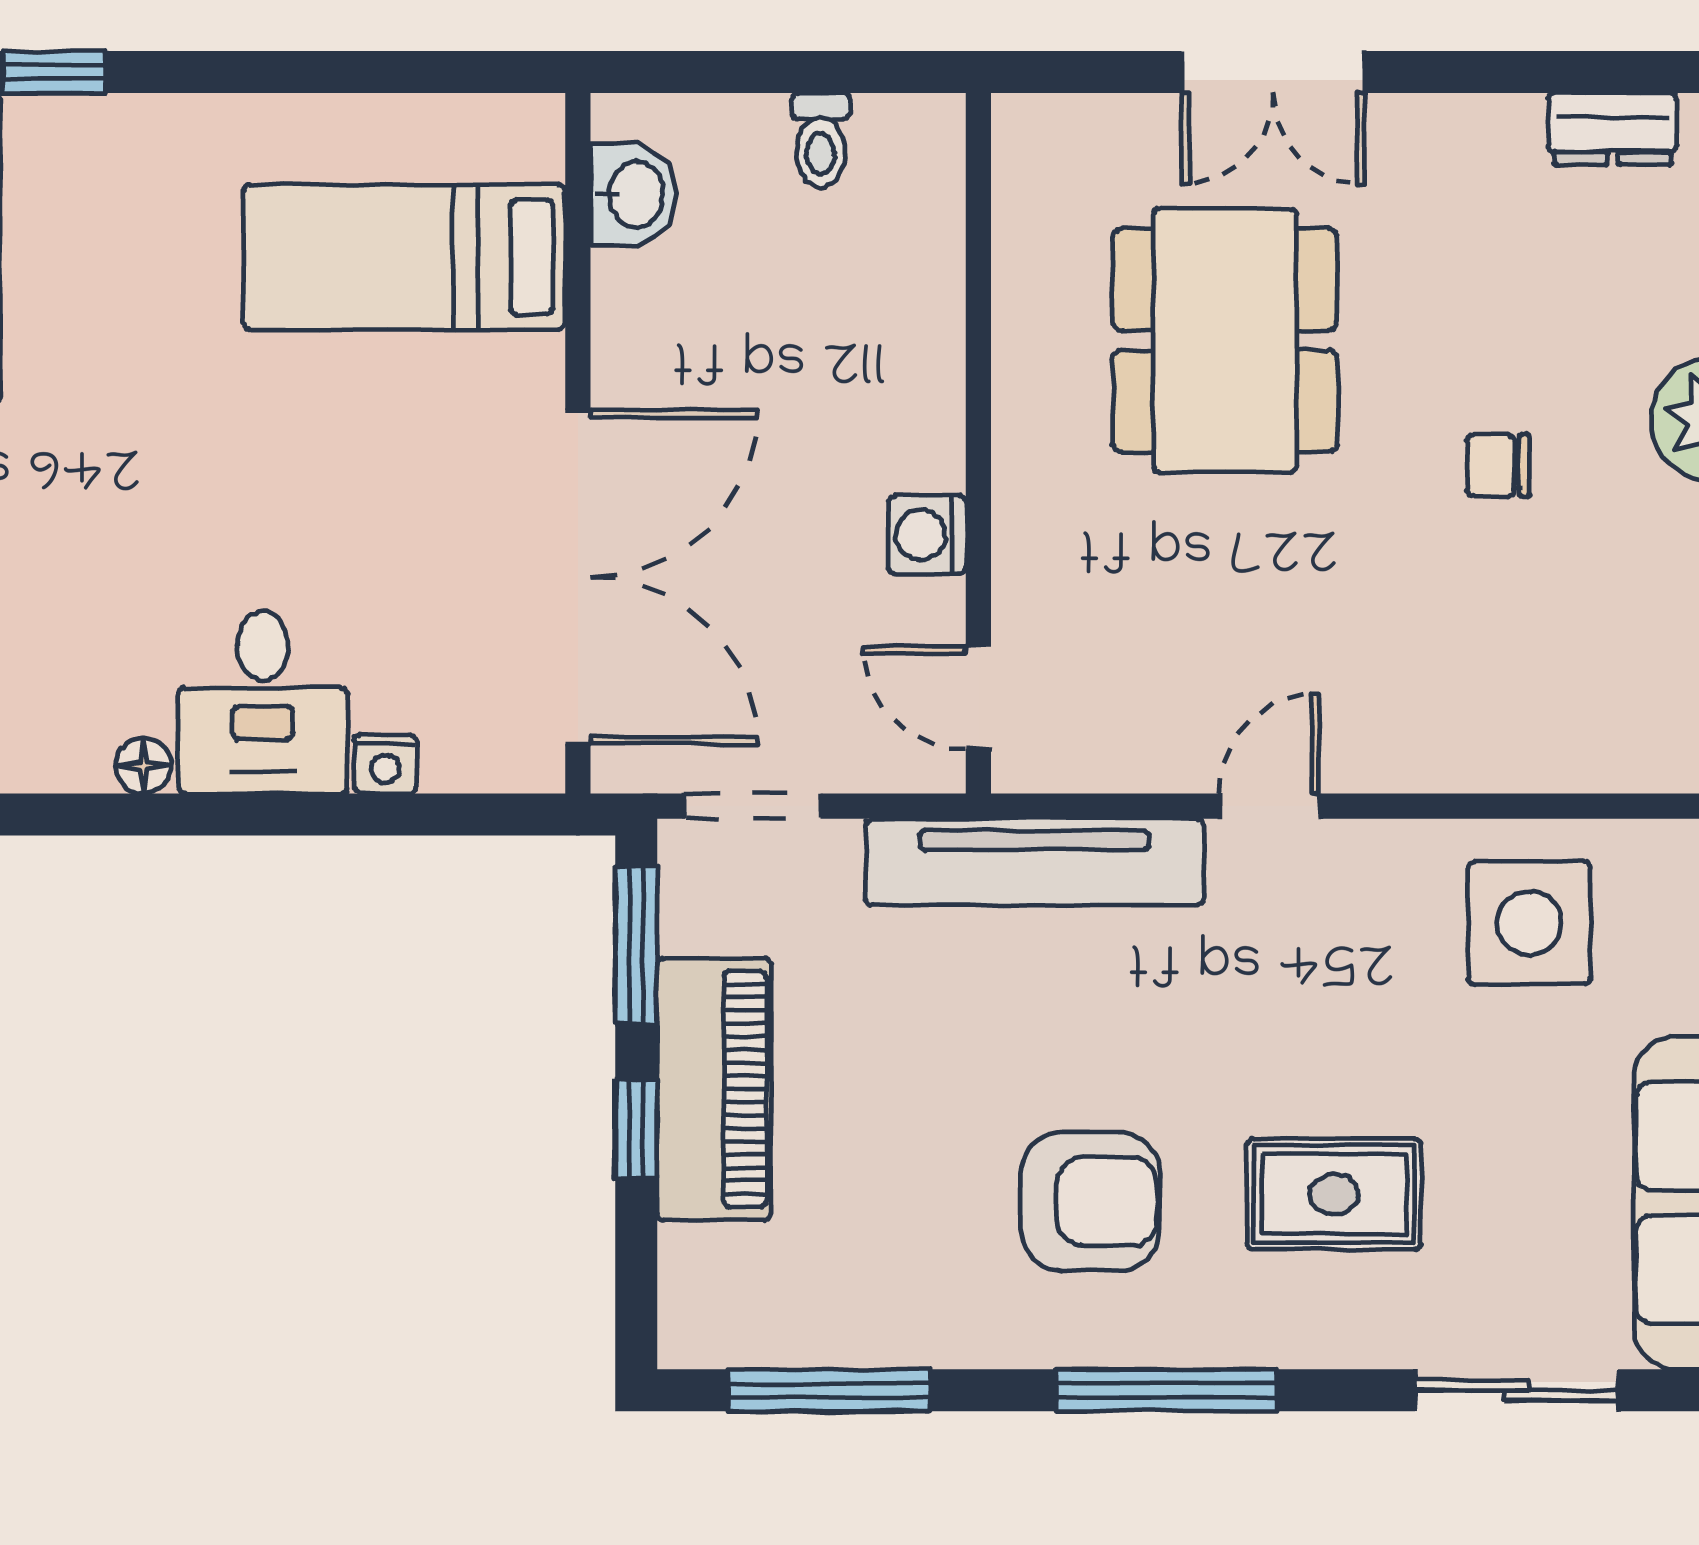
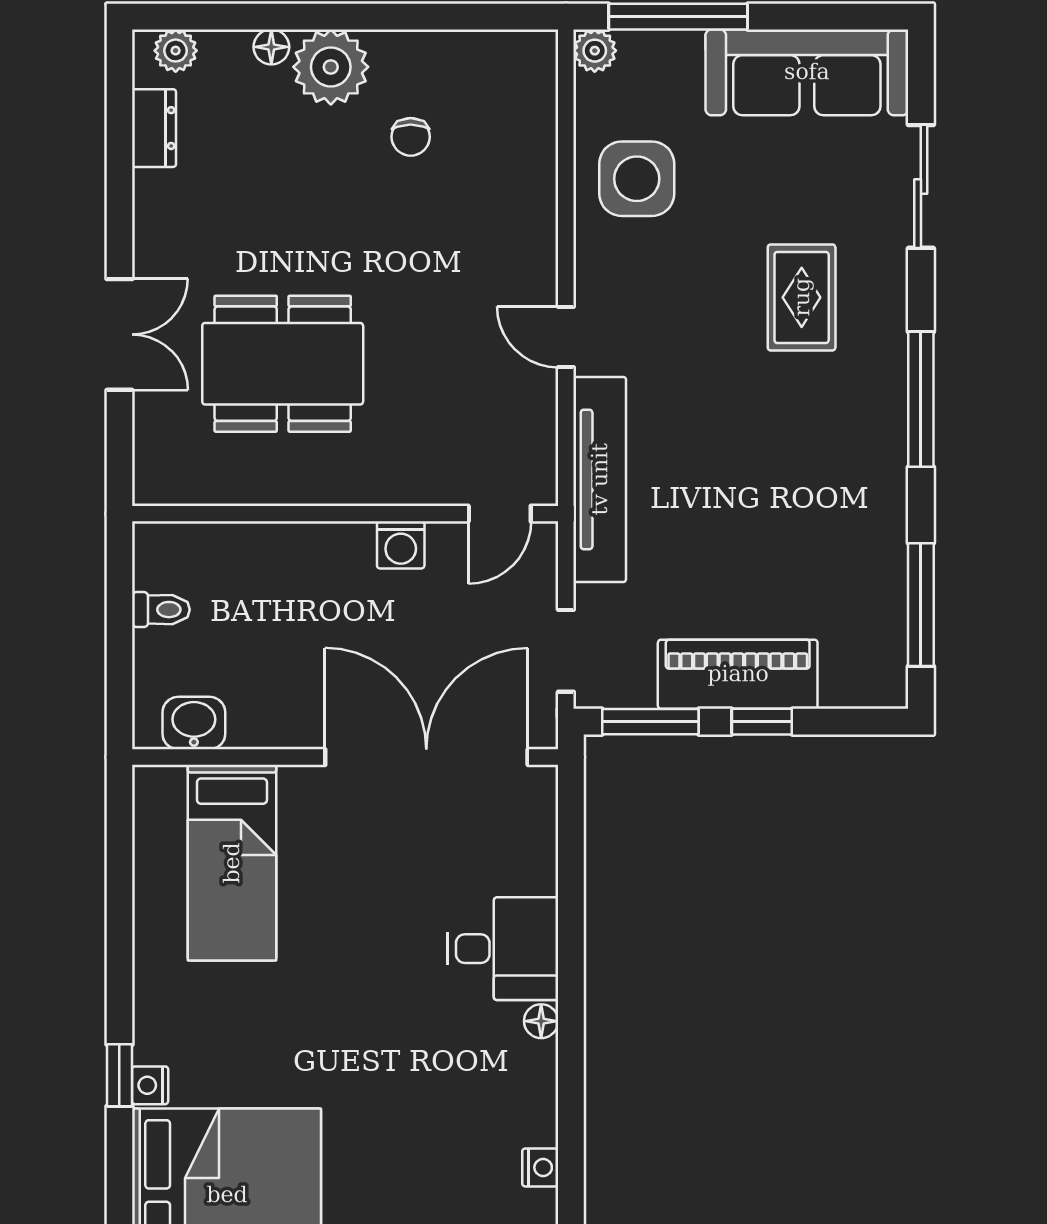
chair: (1498, 466) -> (411, 137), moved
nightstand: (385, 764) -> (150, 1085), moved, turned 180
armchair: (1090, 1201) -> (806, 446), removed

